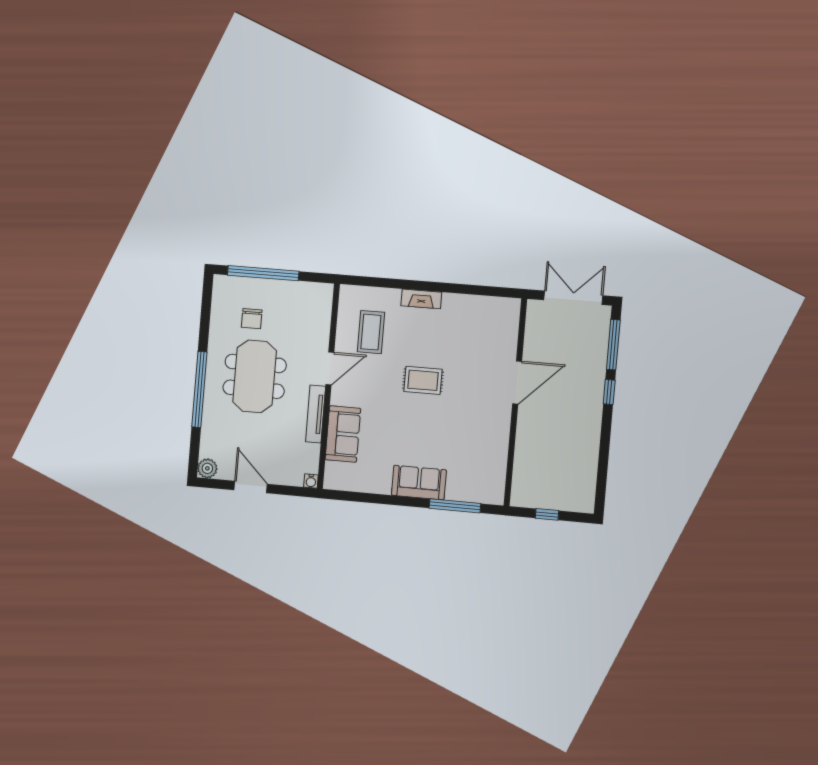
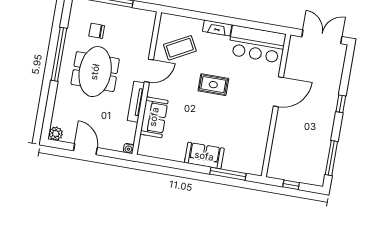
bar counter: (480, 317) -> (257, 44), added
chair: (252, 319) -> (97, 31), turned 90
coffee table: (371, 332) -> (180, 48), turned 62
window: (613, 345) -> (331, 158), moved
window: (199, 389) -> (59, 54), moved

